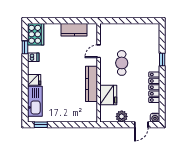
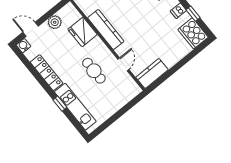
kitchen counter: (74, 30) -> (152, 73), moved
kitchen unit: (154, 49) -> (75, 107), added
door: (141, 125) -> (31, 29), hinge flipped

